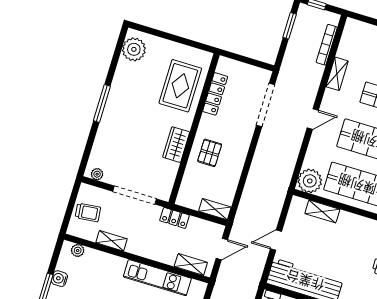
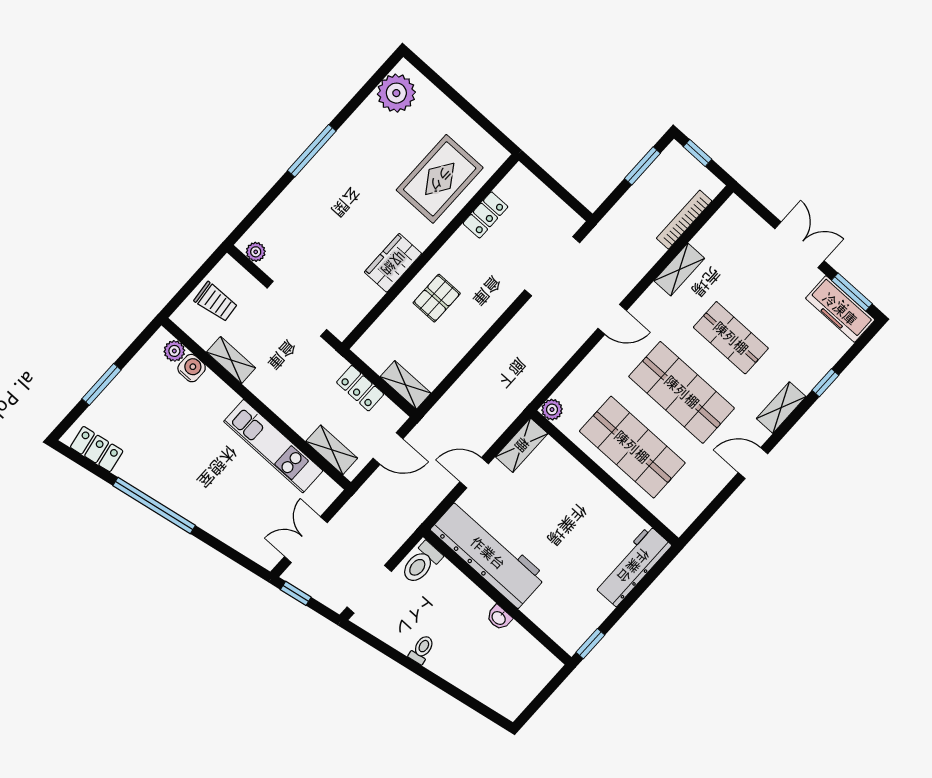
locker: (215, 94) -> (485, 215), width x0.66
plant: (310, 181) -> (552, 410), width x0.53, depth x0.53
shelving: (322, 211) -> (522, 445), moved, turned 90
locker: (175, 218) -> (360, 388), moved
water cooler: (59, 279) -> (192, 368), moved, turned 90

